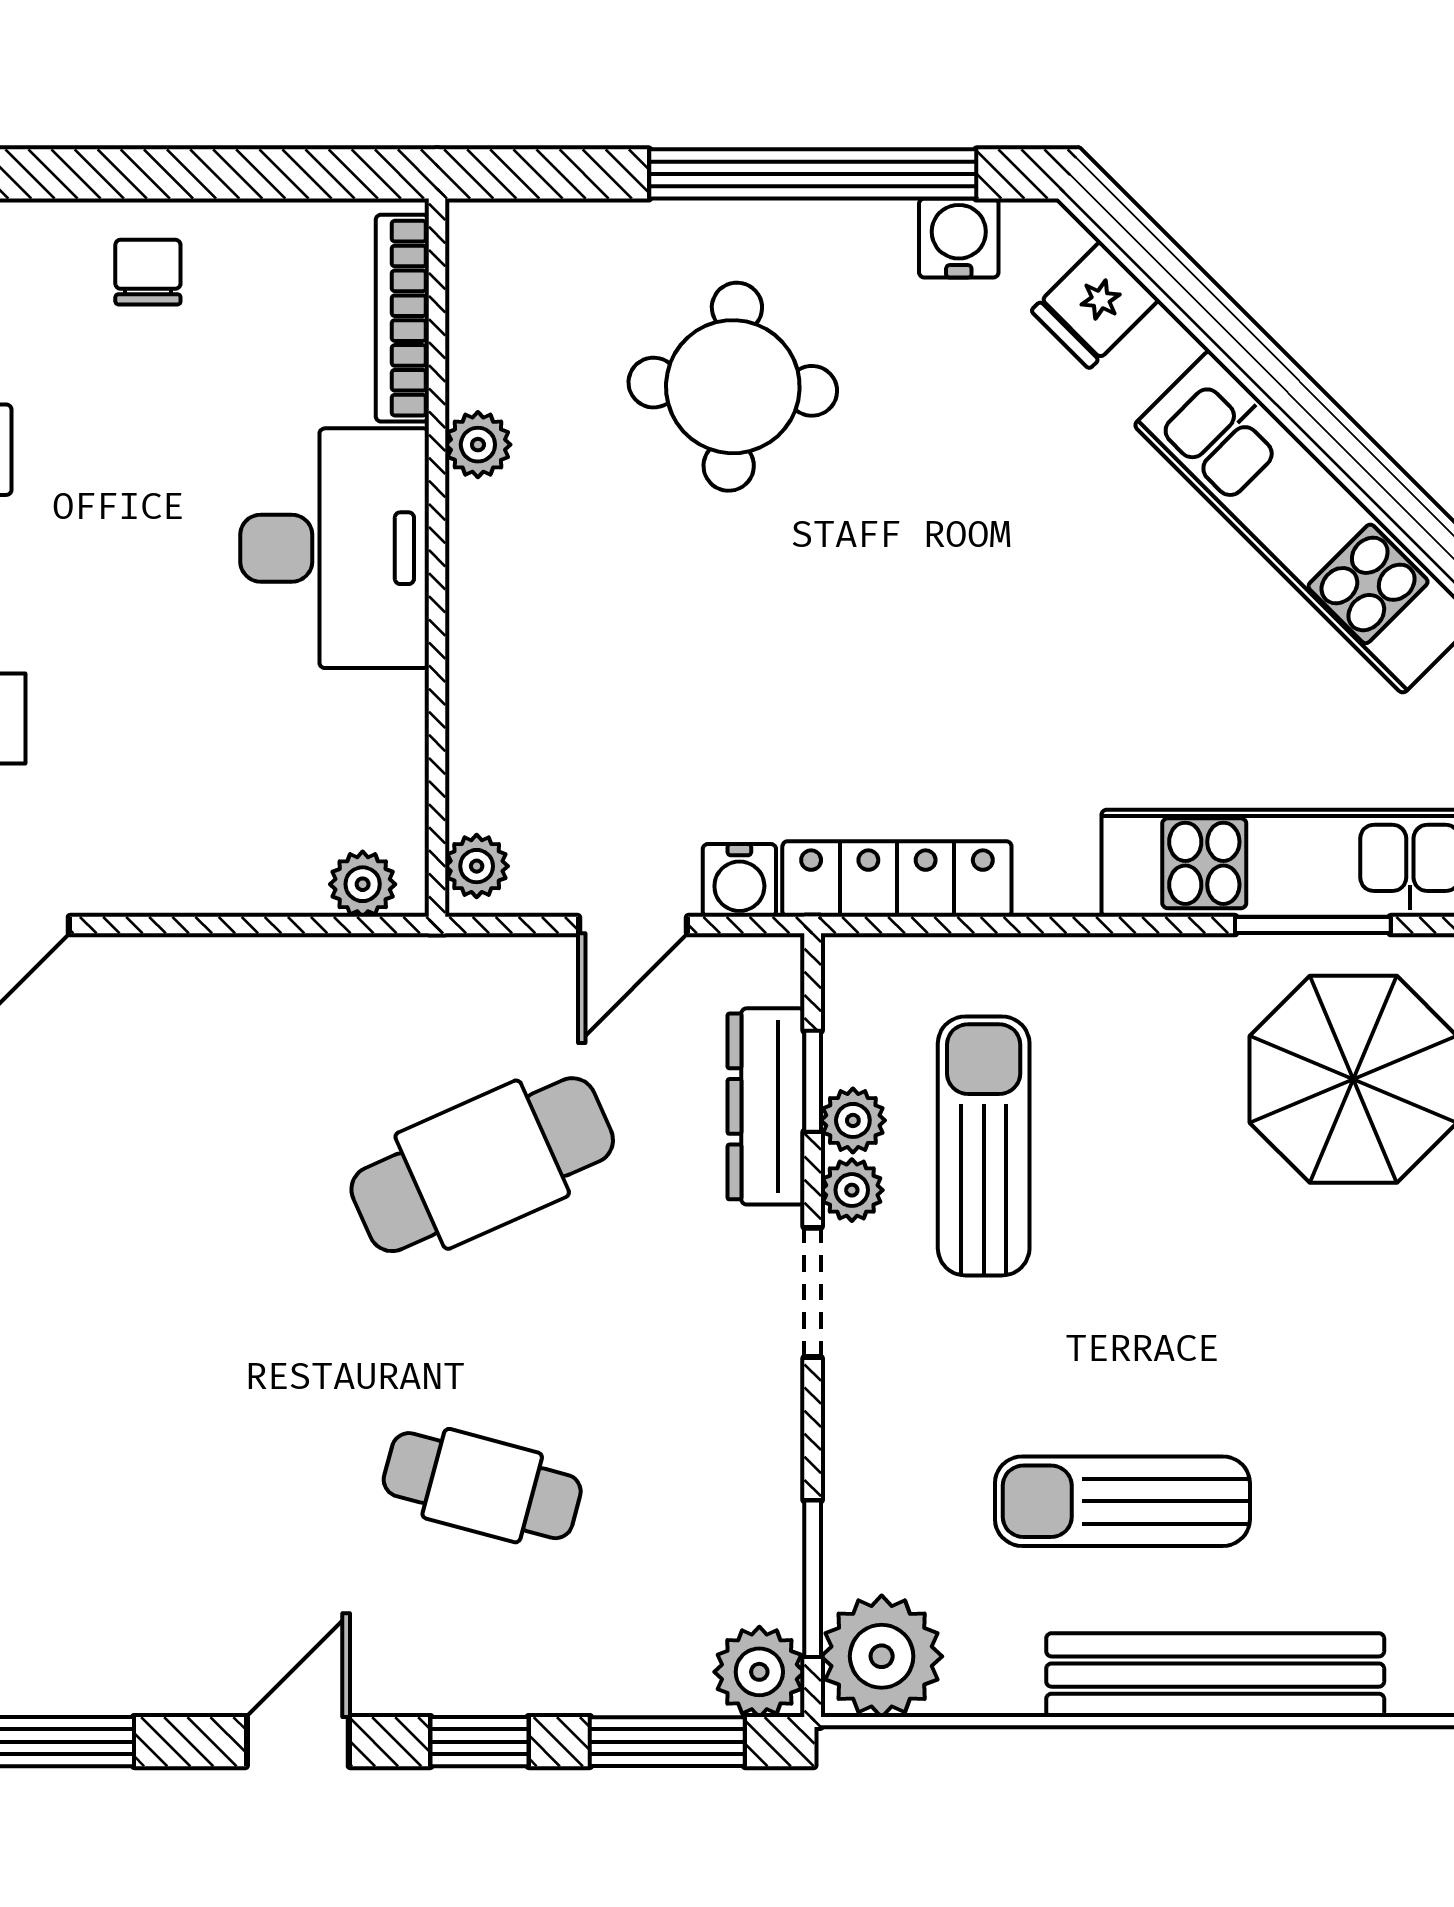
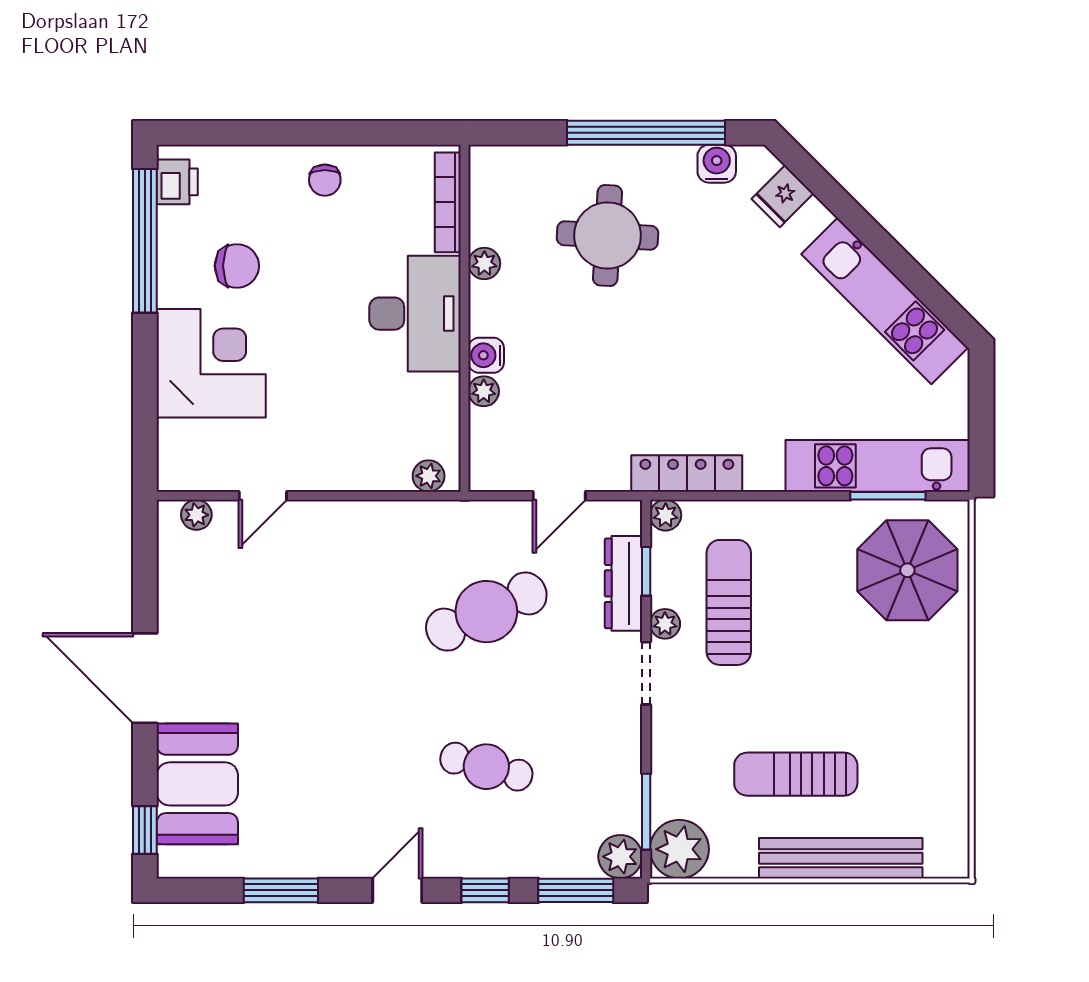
chair: (148, 272) -> (325, 180), turned 180
plant: (477, 866) -> (484, 391), moved
water cooler: (739, 880) -> (486, 355), moved, turned 90
plant: (853, 1120) -> (666, 515), moved

